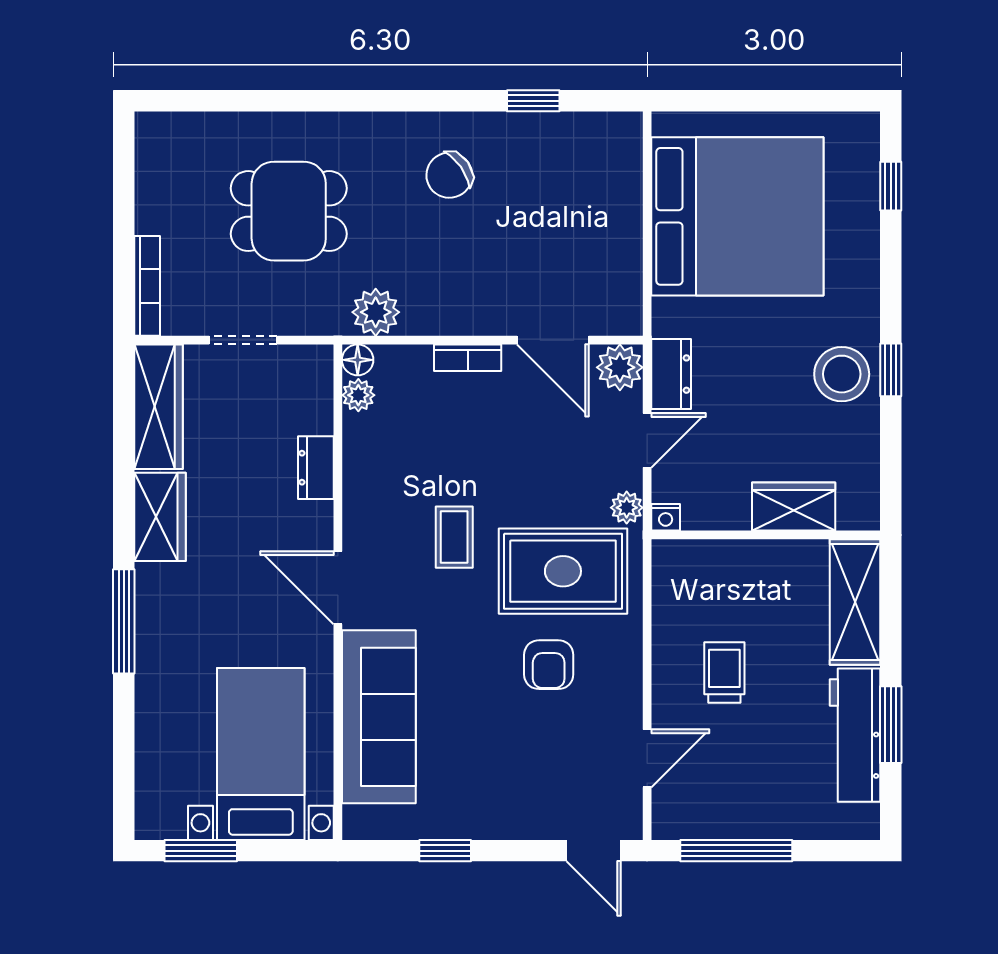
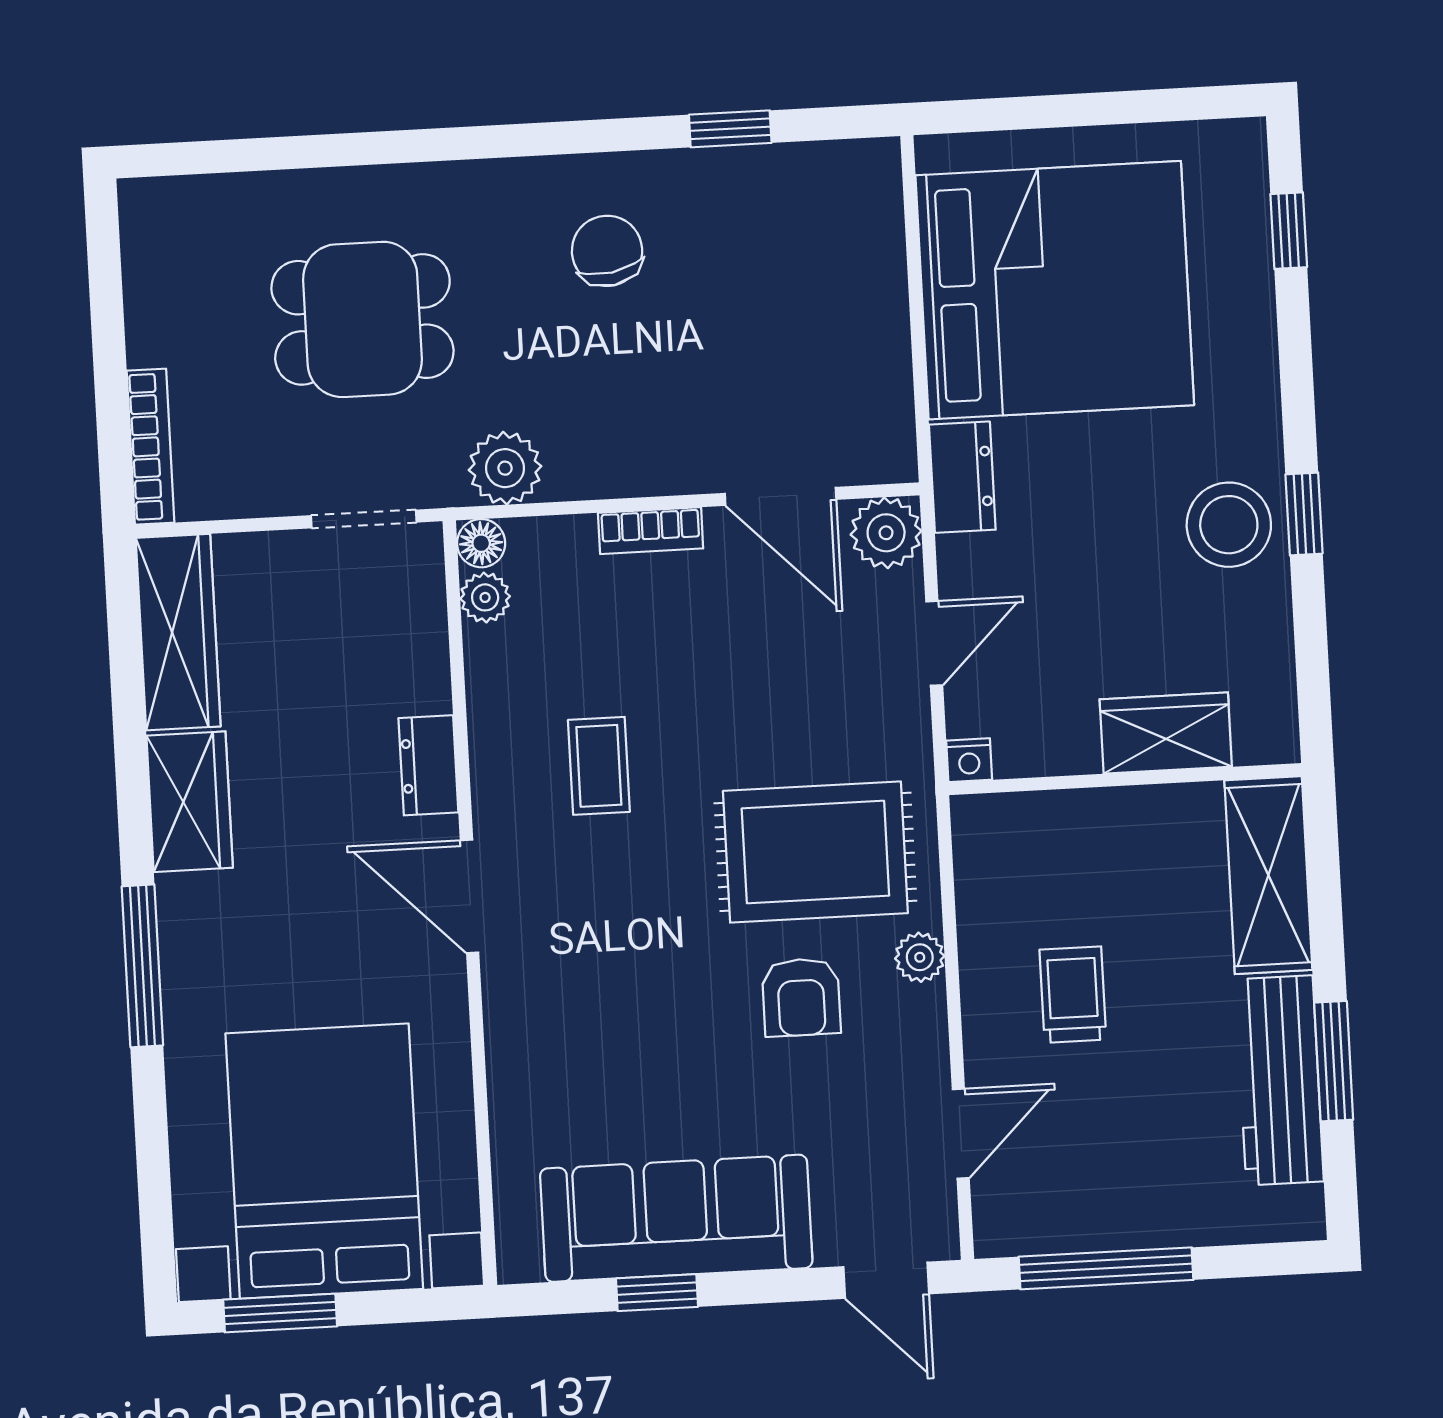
chair: (449, 175) -> (607, 251), turned 115
doorway: (243, 340) -> (364, 519), moved
dresser: (671, 374) -> (962, 477), moved
dresser: (316, 468) -> (428, 765), moved
plant: (627, 508) -> (920, 957), moved
coffee table: (454, 537) -> (599, 766), moved
sofa: (379, 717) -> (676, 1218), moved, turned -90
bed with nightstands: (261, 754) -> (324, 1161), width x1.36

